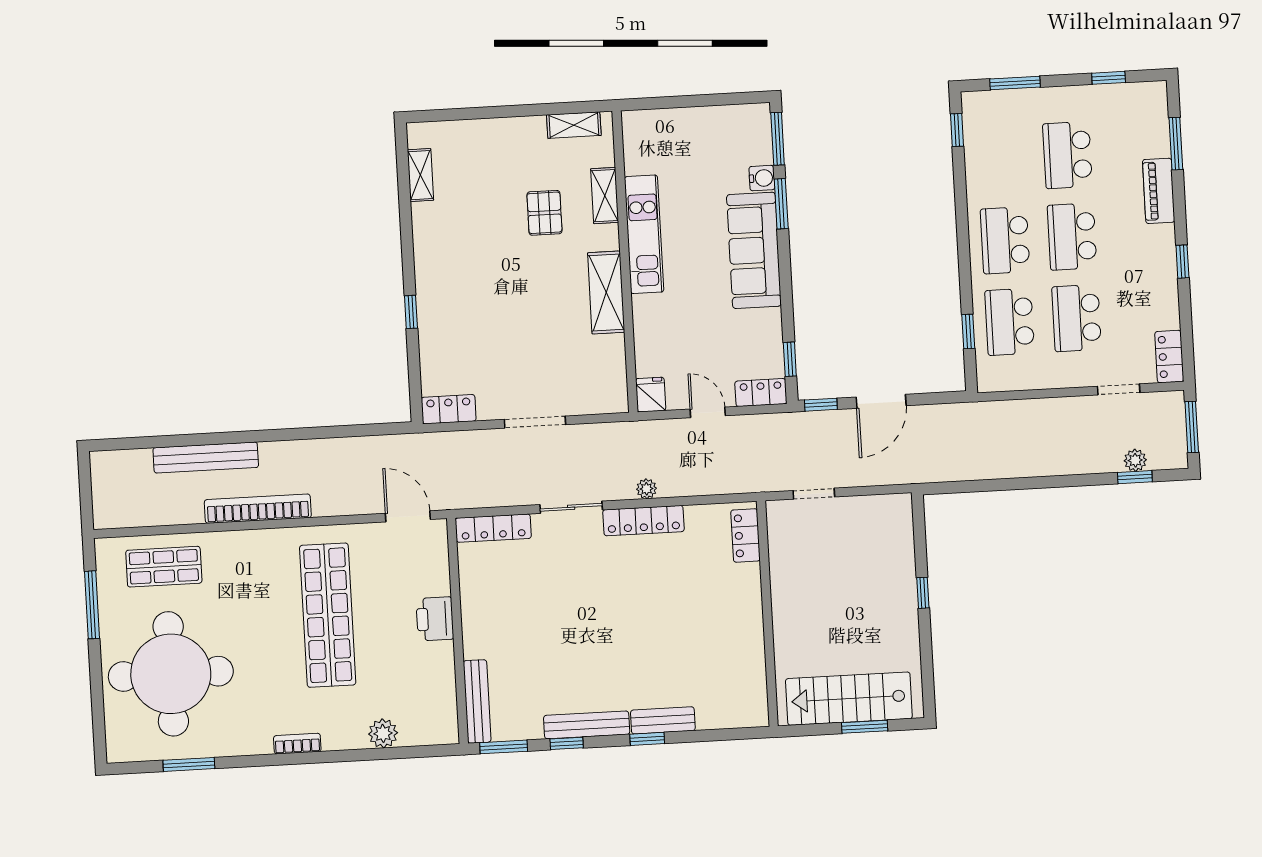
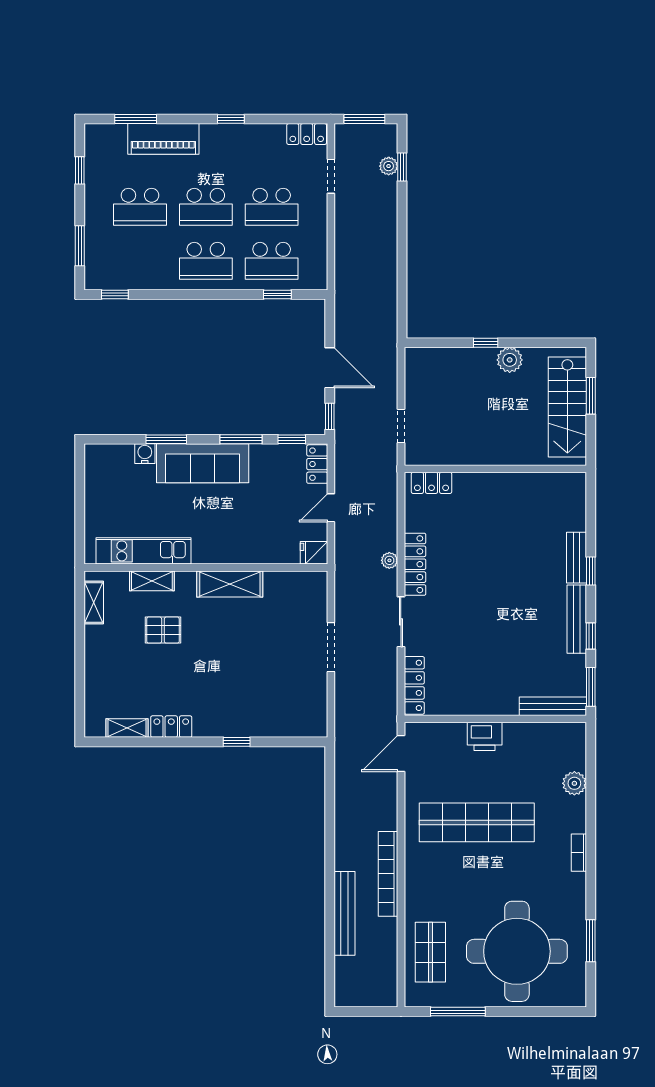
window: (778, 139) -> (241, 439), moved
piano: (1159, 191) -> (163, 139), width x1.37, depth x1.33
kitchen unit: (644, 234) -> (144, 551), moved
locker: (449, 409) -> (171, 727), moved, turned 90
plant: (903, 624) -> (510, 360), added

